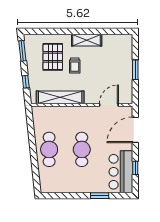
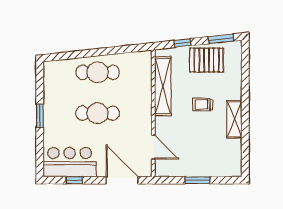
pallet: (53, 57) -> (206, 60), moved
window: (100, 196) -> (40, 116), moved

